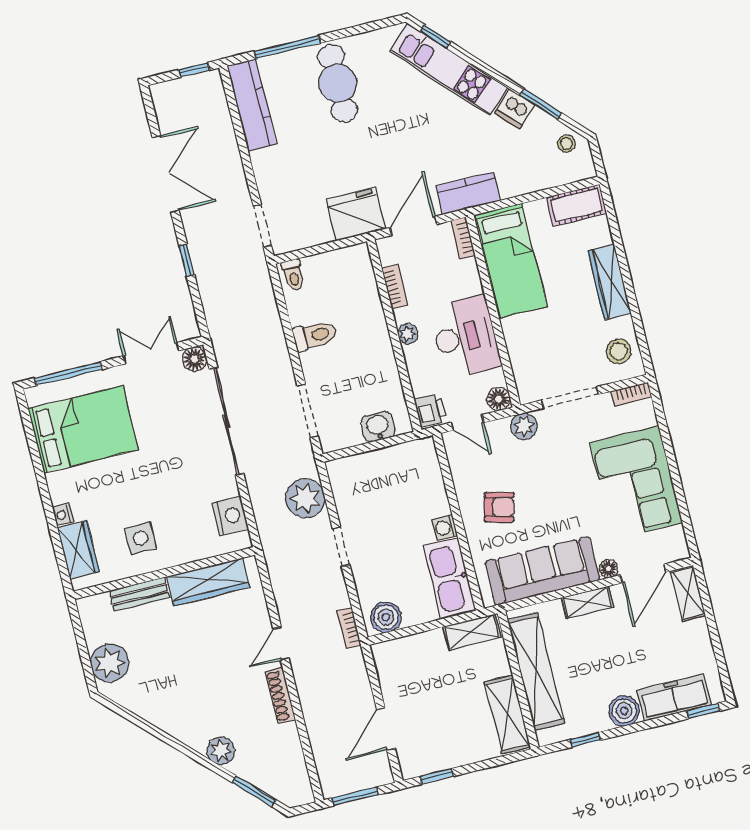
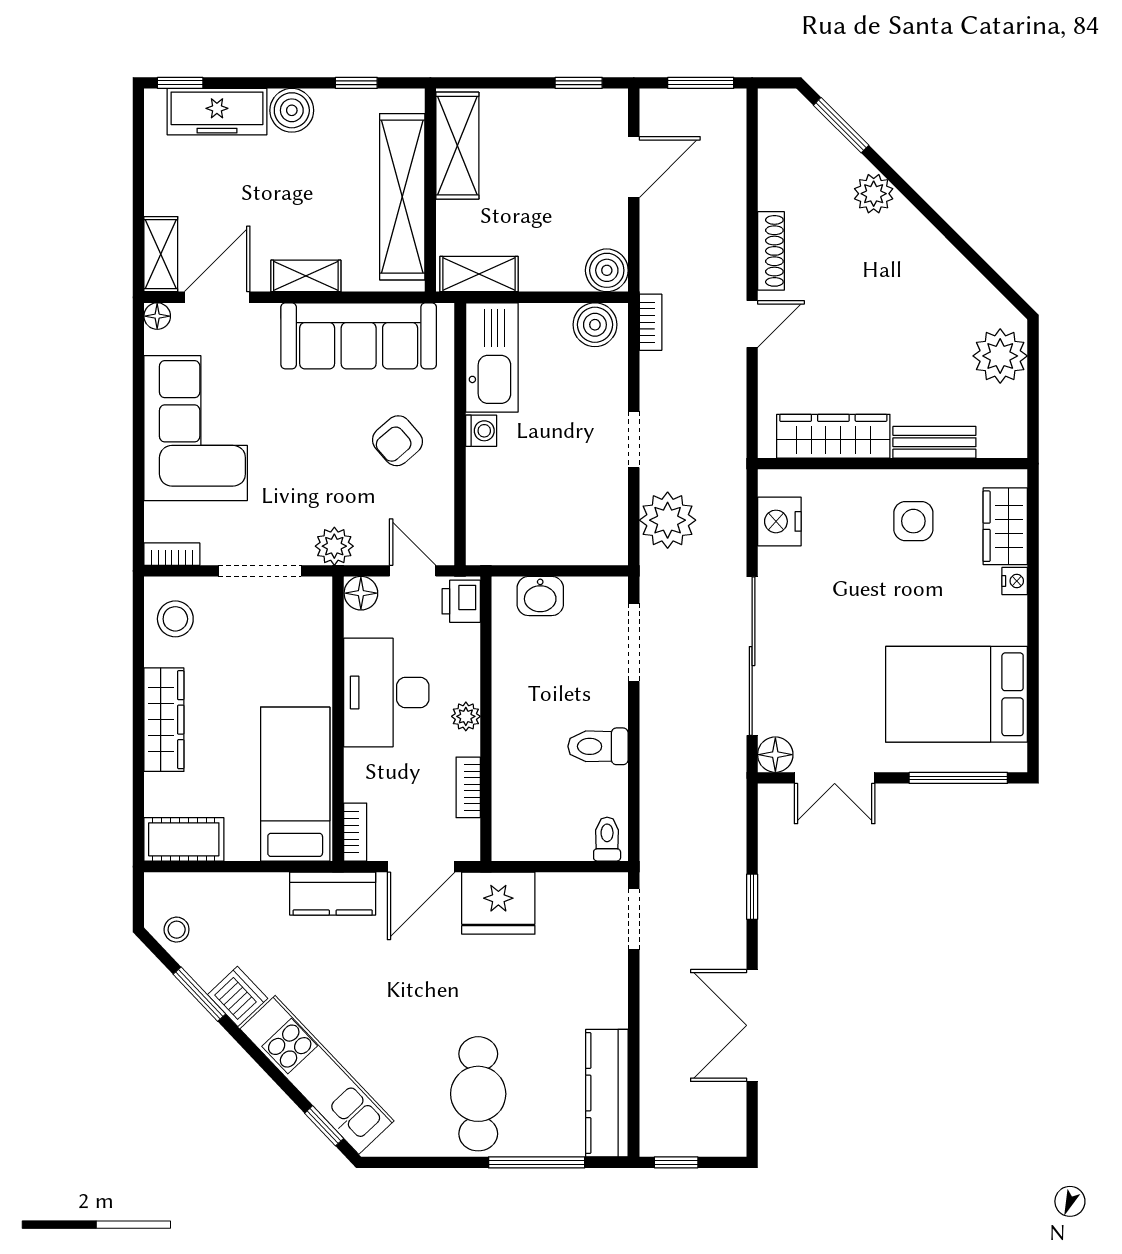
armchair: (499, 507) -> (397, 441), turned -55
floor lamp: (608, 569) -> (157, 316), moved
boiler: (387, 656) -> (607, 270), added

